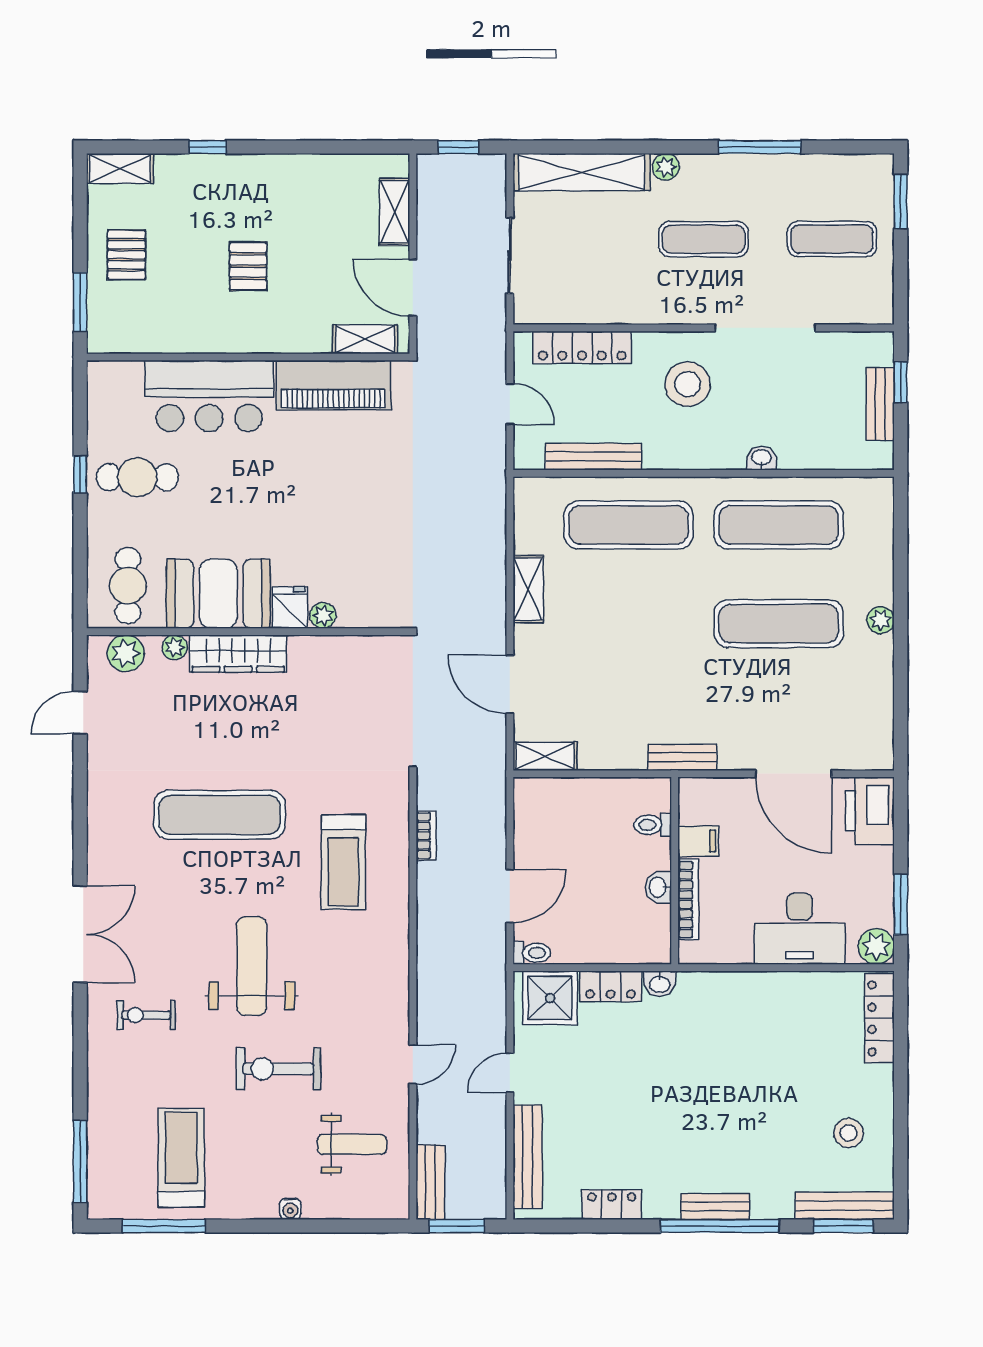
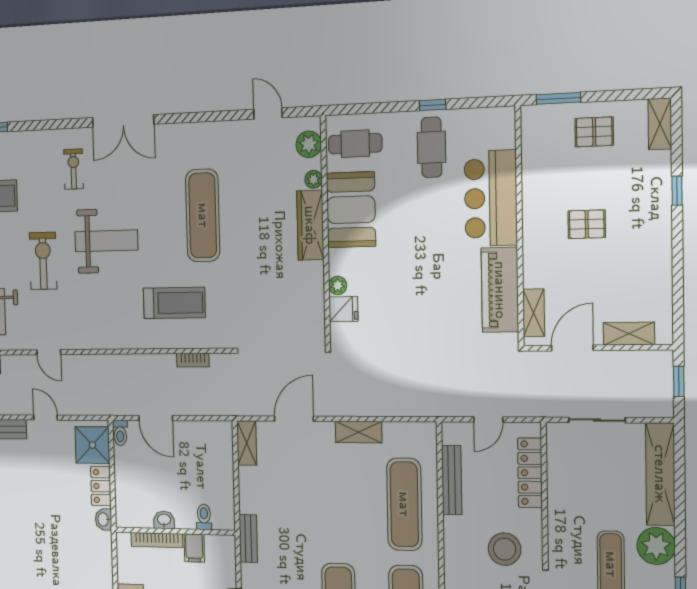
plant: (666, 167) -> (656, 546), width x1.87, depth x1.87
fridge: (290, 608) -> (343, 309), moved
treadmill: (343, 862) -> (174, 303), turned 180

